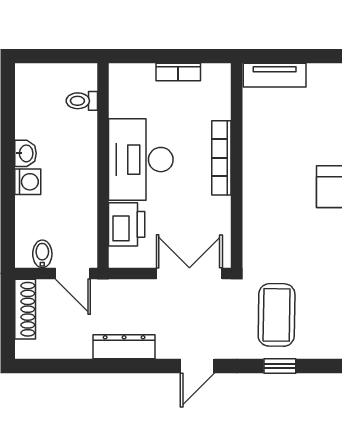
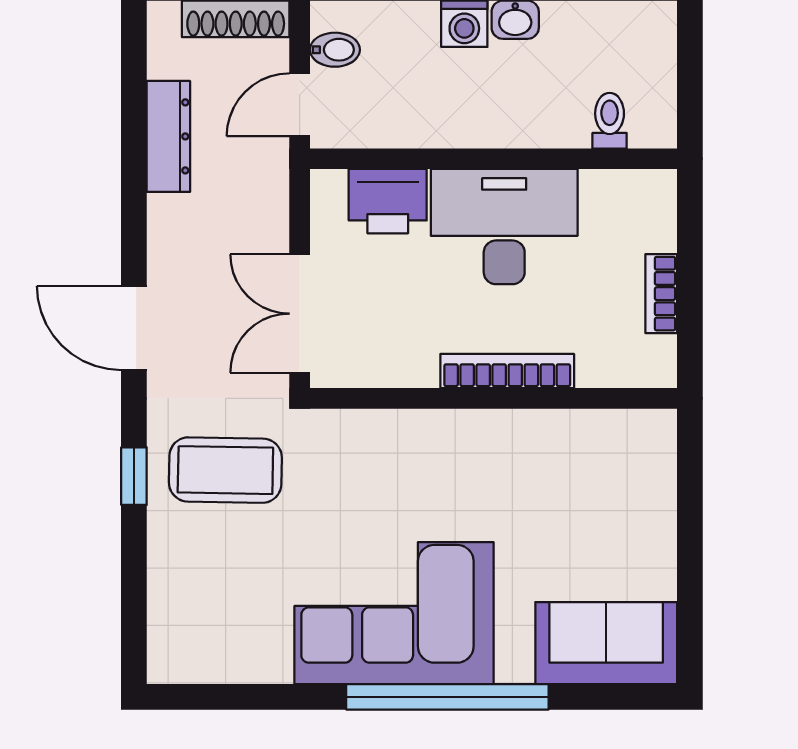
tv unit: (275, 75) -> (656, 467), removed
double door: (189, 274) -> (300, 314), swing flipped
dresser: (124, 347) -> (168, 136), moved
door: (197, 366) -> (134, 328), width x1.38

